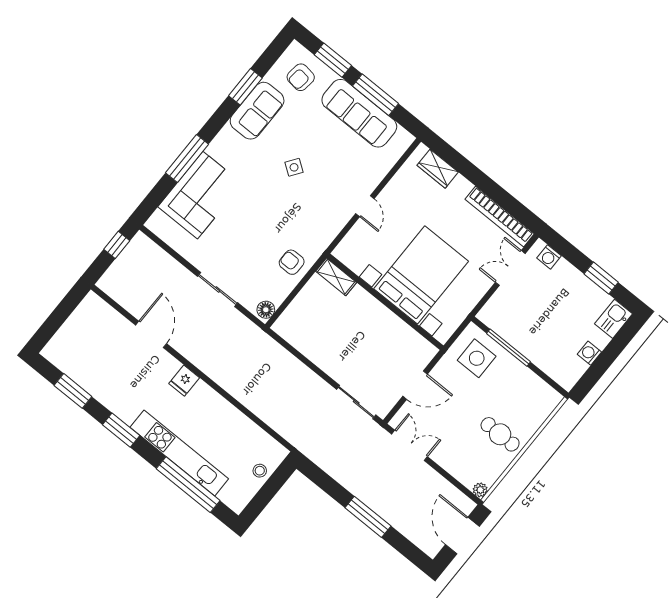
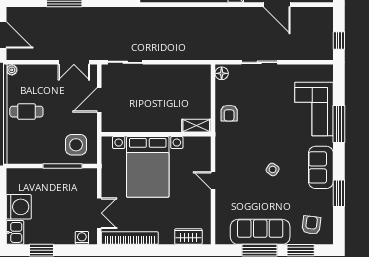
sofa: (257, 111) -> (321, 167), moved
armchair: (292, 262) -> (229, 113), turned 90
washing machine: (589, 353) -> (19, 207), width x1.89, depth x1.89

